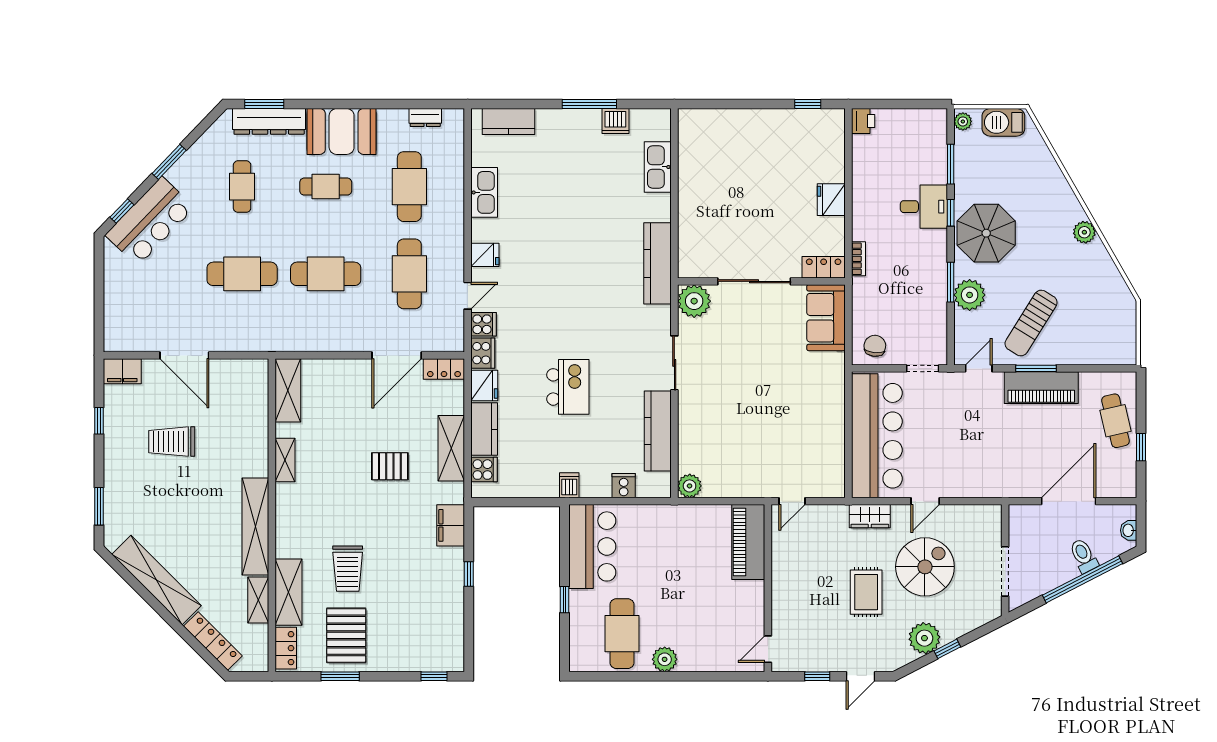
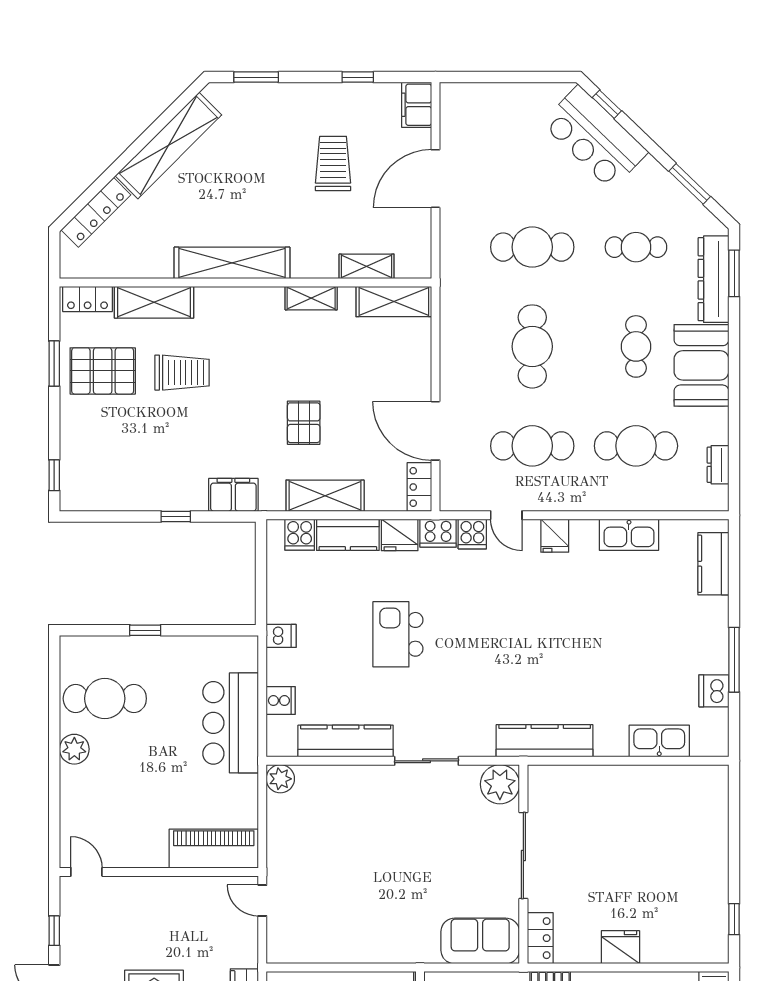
window: (169, 162) -> (690, 184), moved
cafe table: (242, 274) -> (532, 247), turned 90
kitchen island: (568, 387) -> (398, 634), turned 90
bar counter: (592, 546) -> (231, 723), moved, turned 90
trolley: (348, 569) -> (182, 373), turned 180
shelving: (258, 600) -> (367, 266), moved

